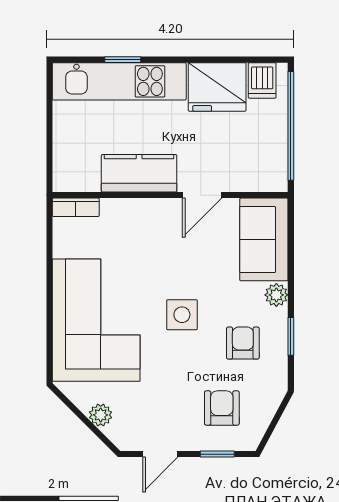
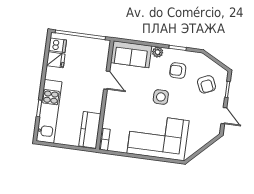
fridge: (217, 87) -> (56, 60), width x0.53, depth x0.75
kitchen counter: (139, 173) -> (90, 130), moved
armchair: (222, 408) -> (206, 84), turned -114
plant: (101, 415) -> (202, 141), removed

